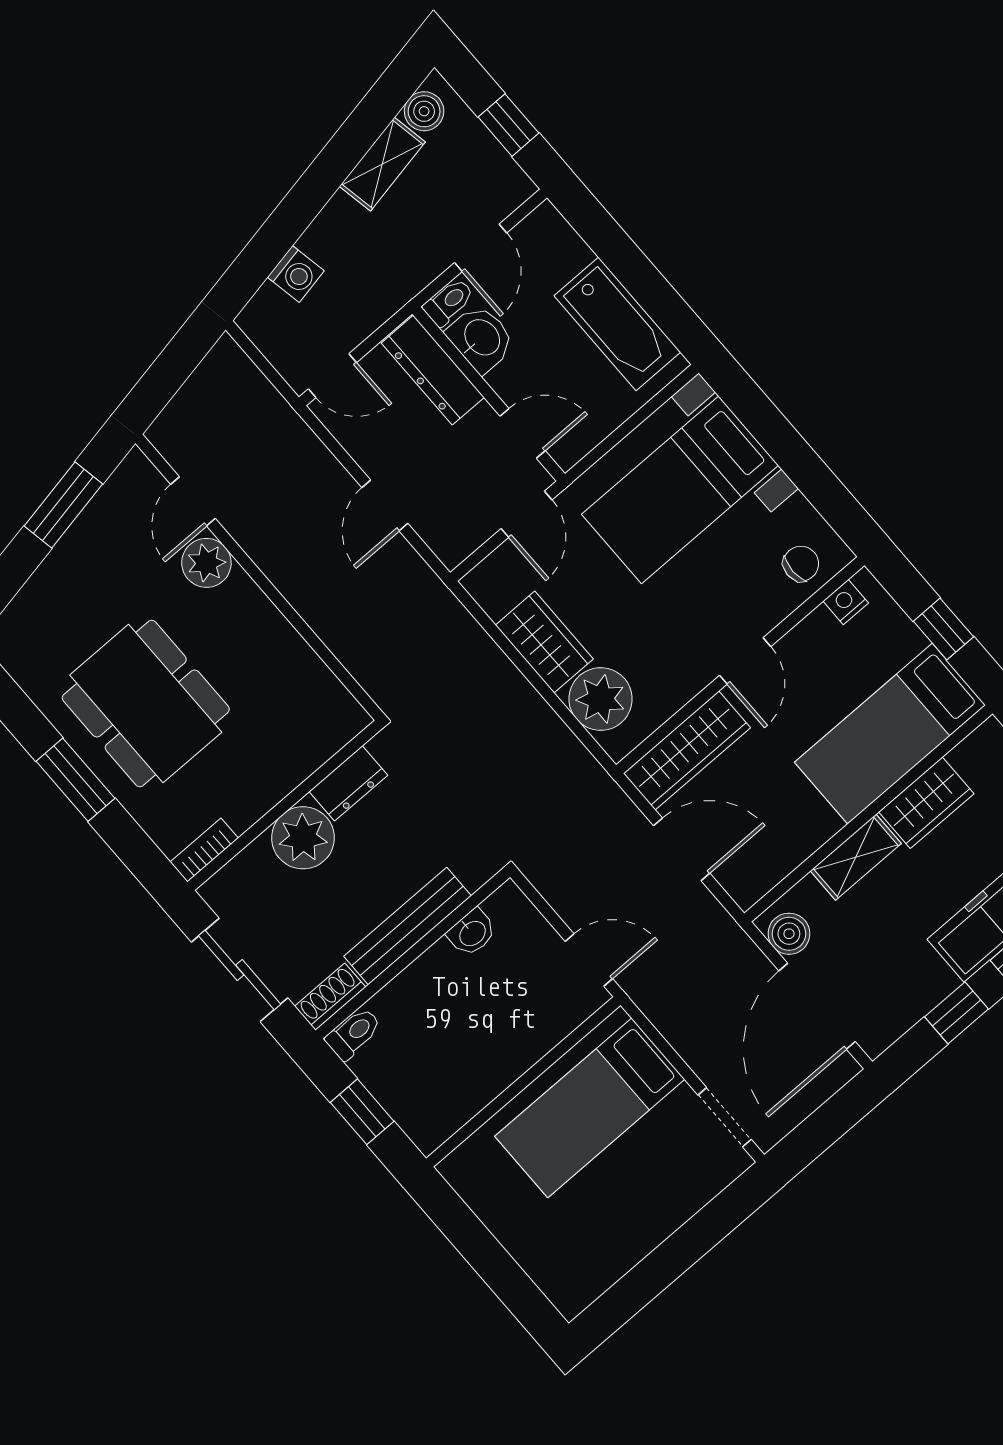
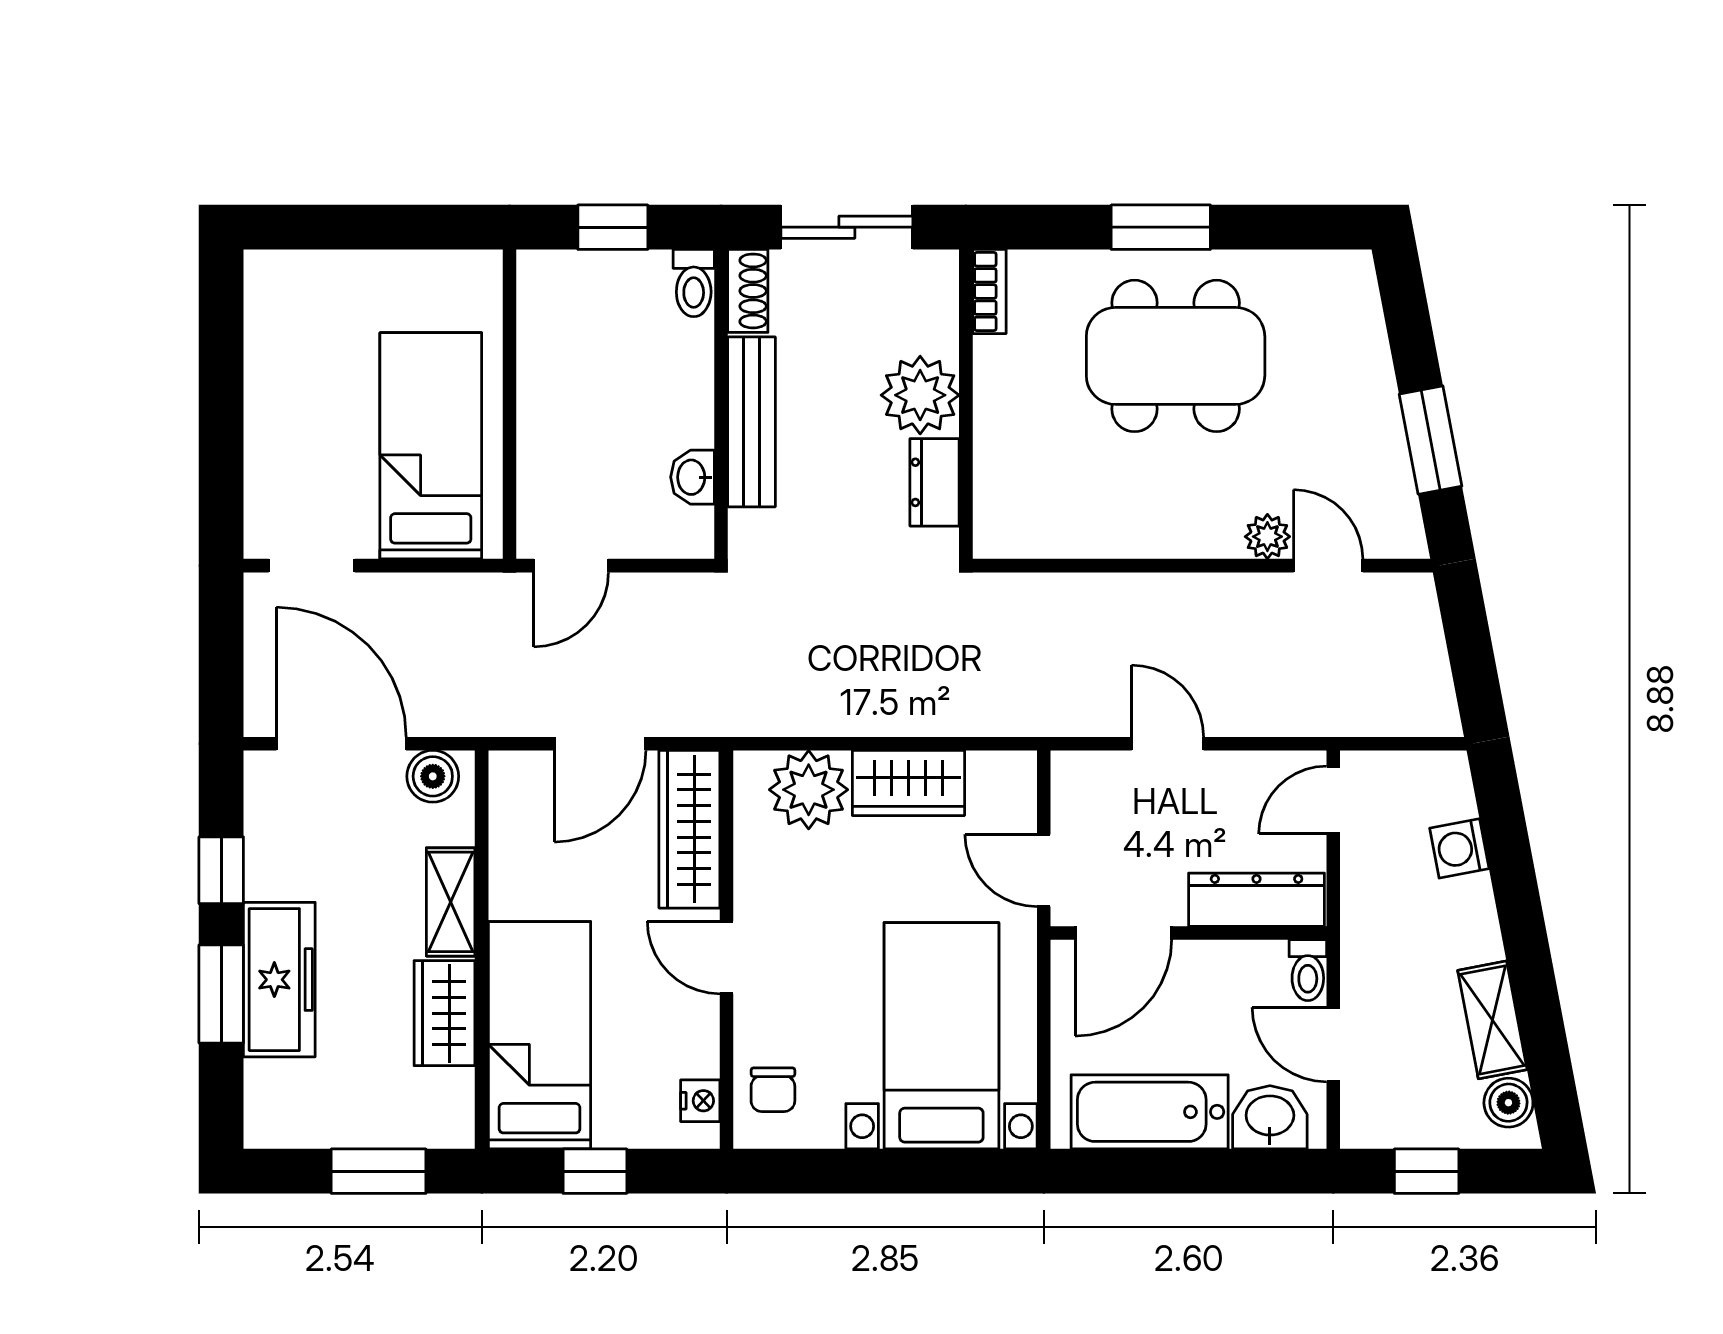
washbasin: (481, 338) -> (1270, 1117), moved, turned 180
door: (523, 433) -> (1123, 933), width x1.38
plant: (206, 563) -> (1267, 537), width x0.73, depth x0.73

